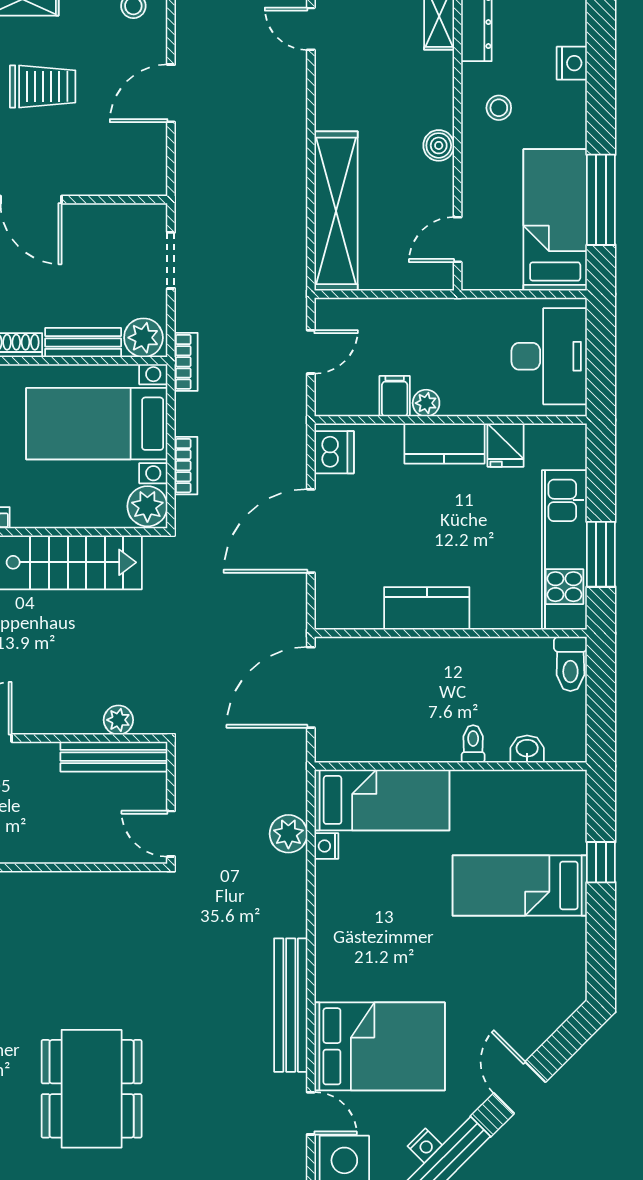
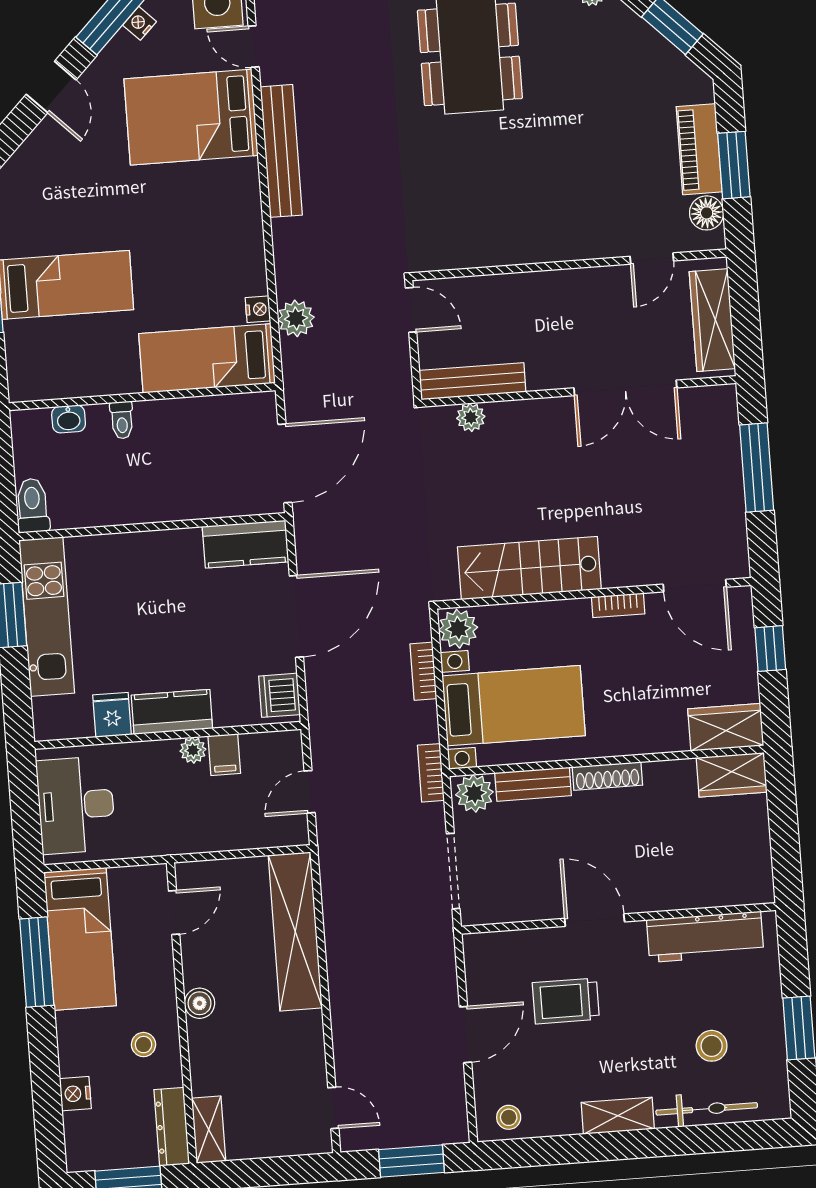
trolley: (43, 86) -> (566, 1001), moved
doorway: (171, 260) -> (453, 871), width x1.38
kitchen counter: (427, 608) -> (246, 544), moved

